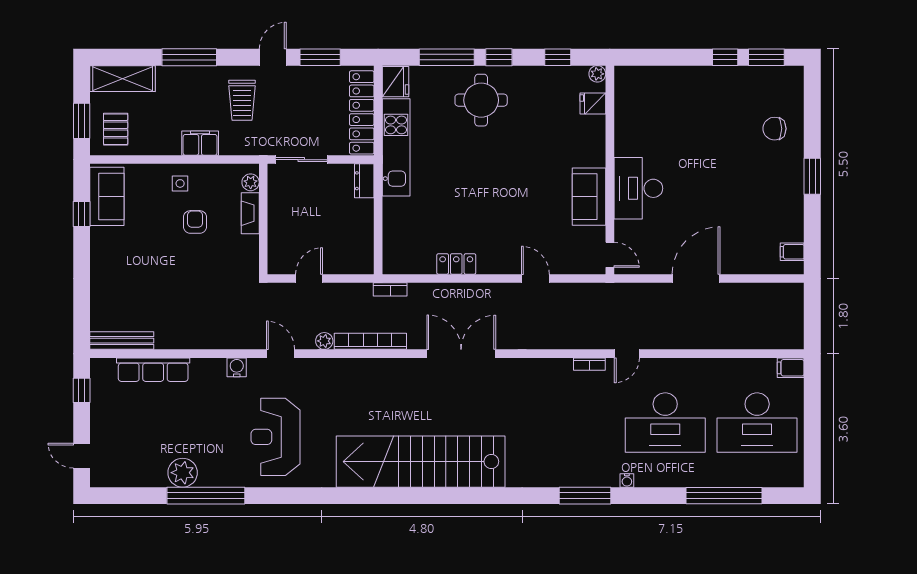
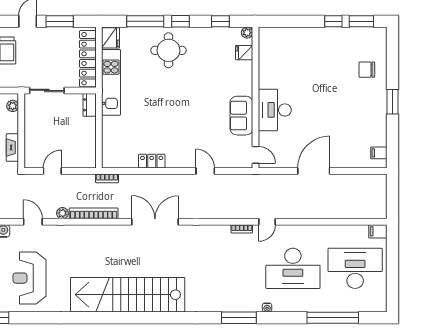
fireplace: (250, 213) -> (12, 147), moved
desk: (757, 423) -> (355, 268), turned 180

